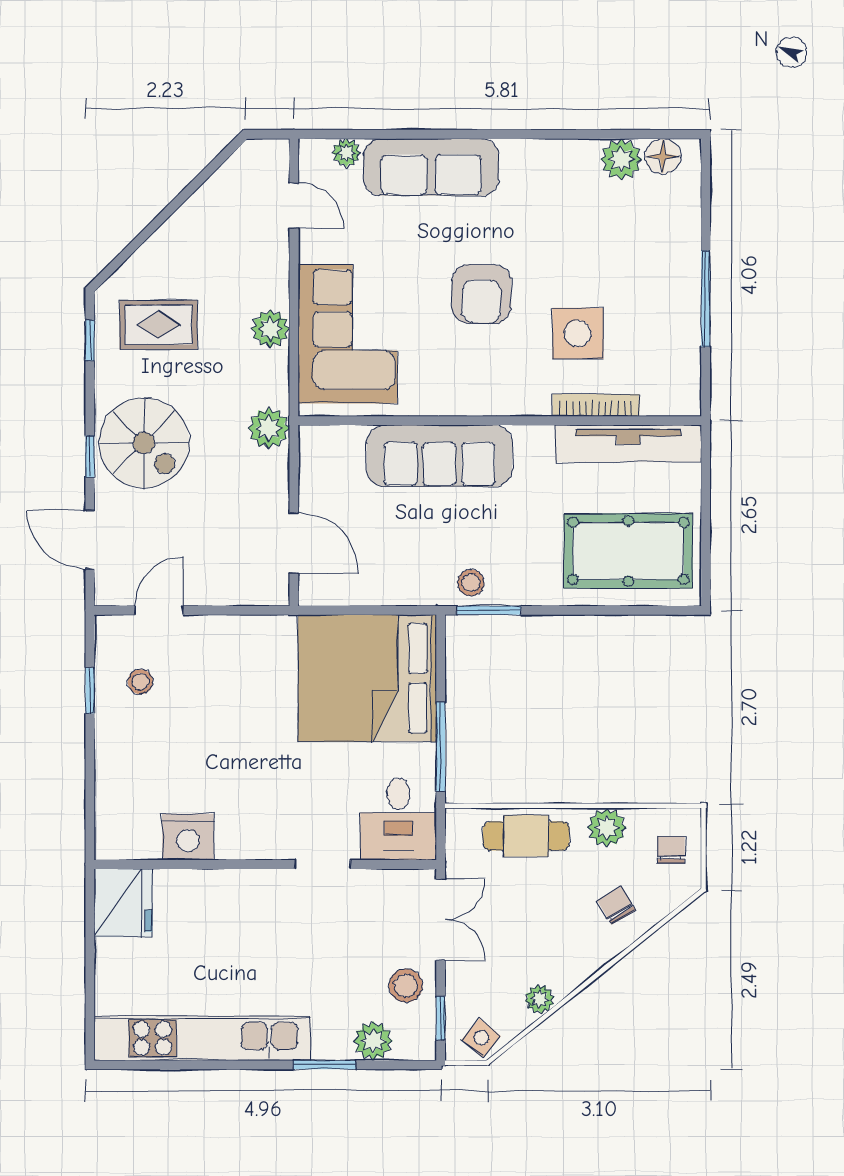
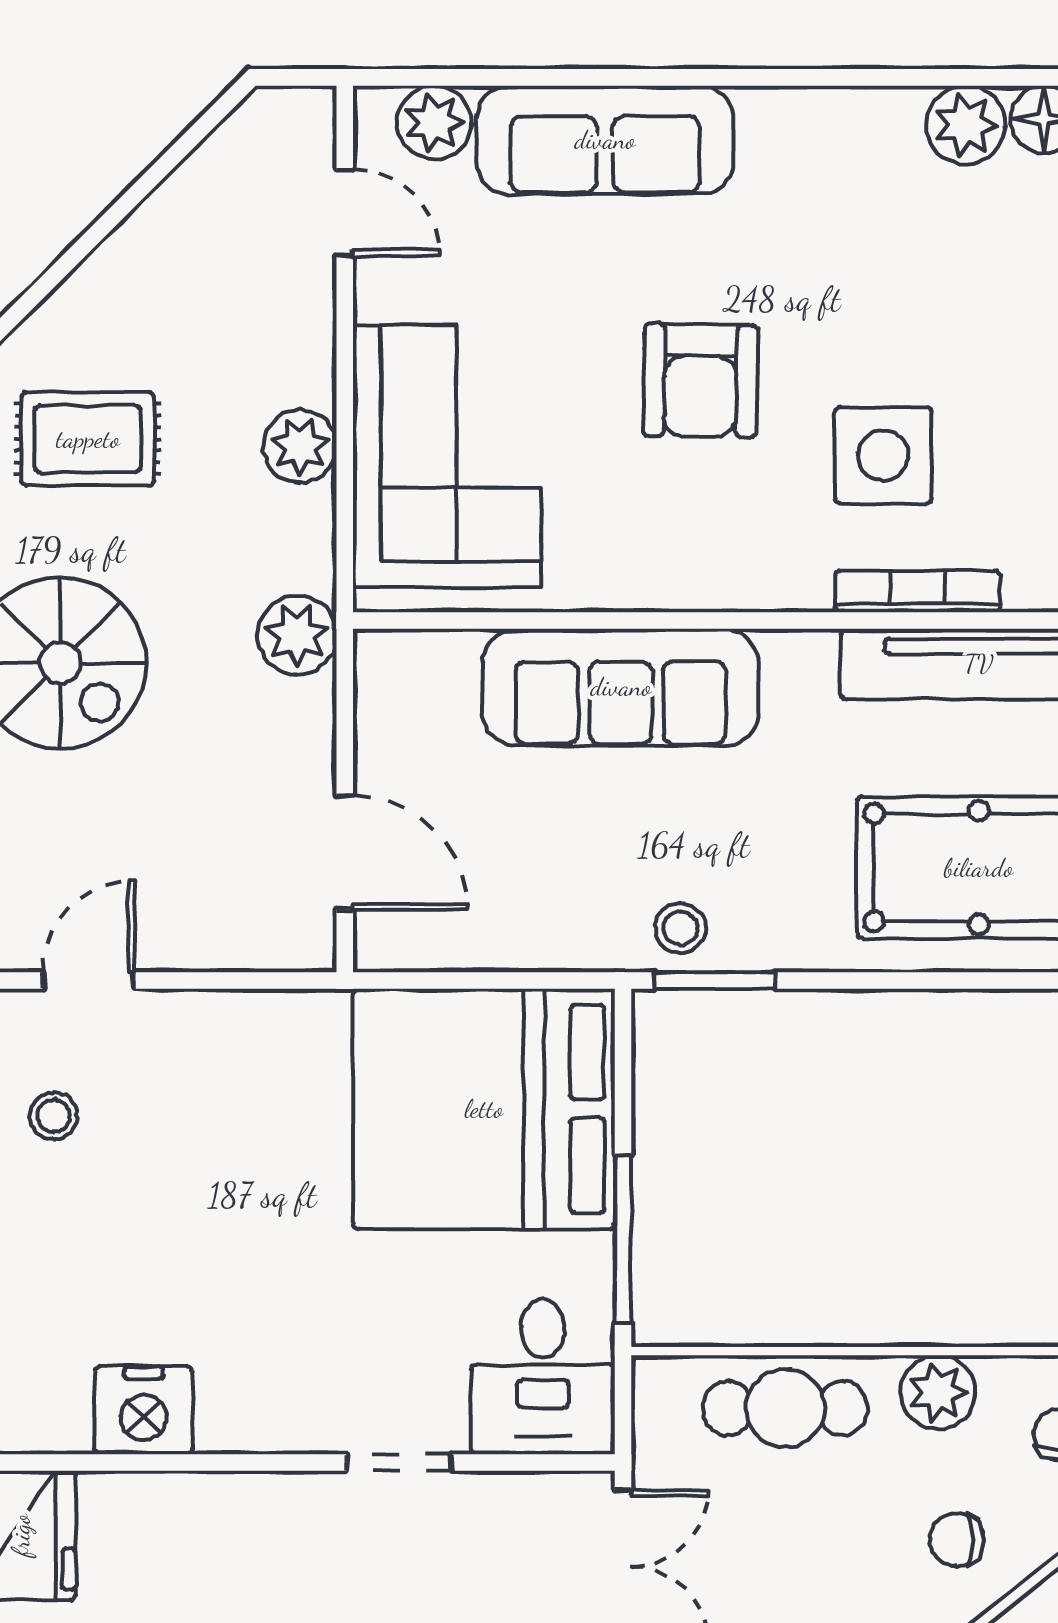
plant: (346, 153) -> (434, 123), width x1.38, depth x1.38
chair: (616, 905) -> (956, 1540), turned -59

